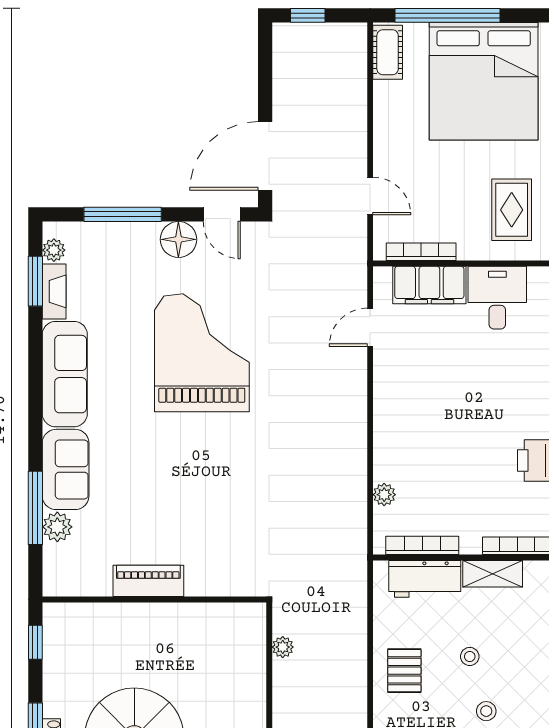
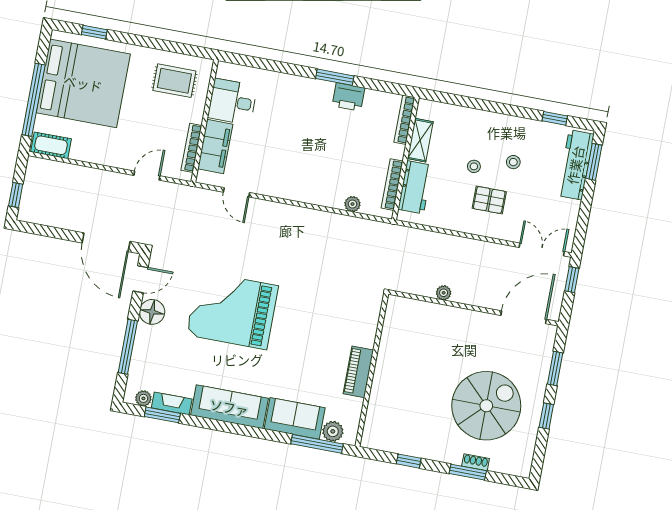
piano: (148, 581) -> (358, 372), moved
wall: (154, 600) -> (372, 370), moved
pallet: (404, 671) -> (489, 200), moved

